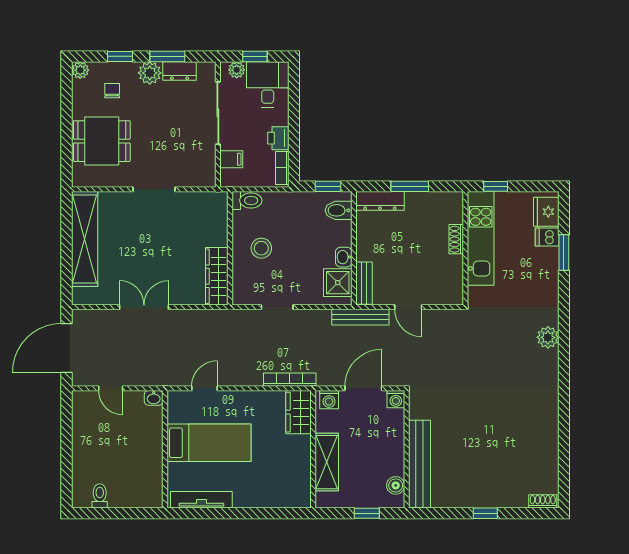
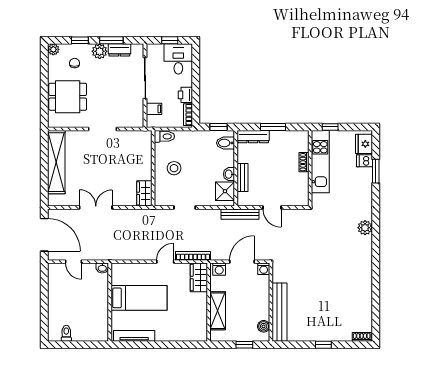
plant: (237, 70) -> (158, 49), removed
wardrobe: (217, 276) -> (144, 193), width x0.67
bench: (364, 283) -> (242, 177), moved
door: (67, 348) -> (44, 235), swing flipped
door: (205, 388) -> (165, 262), moved

